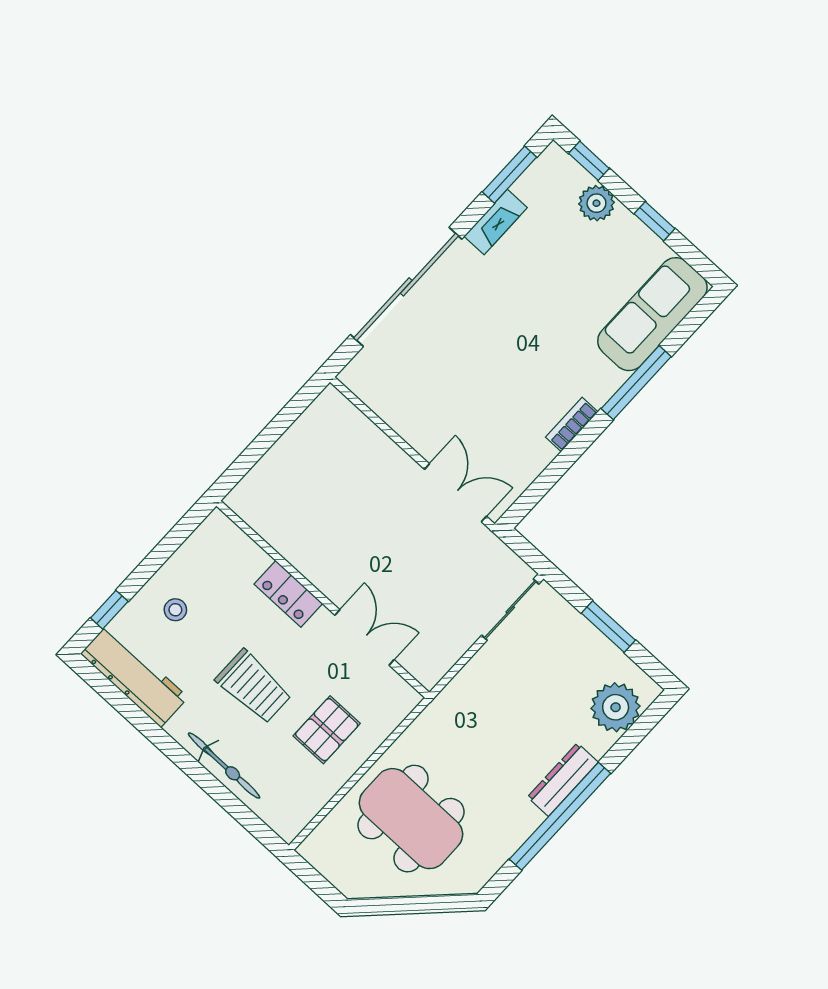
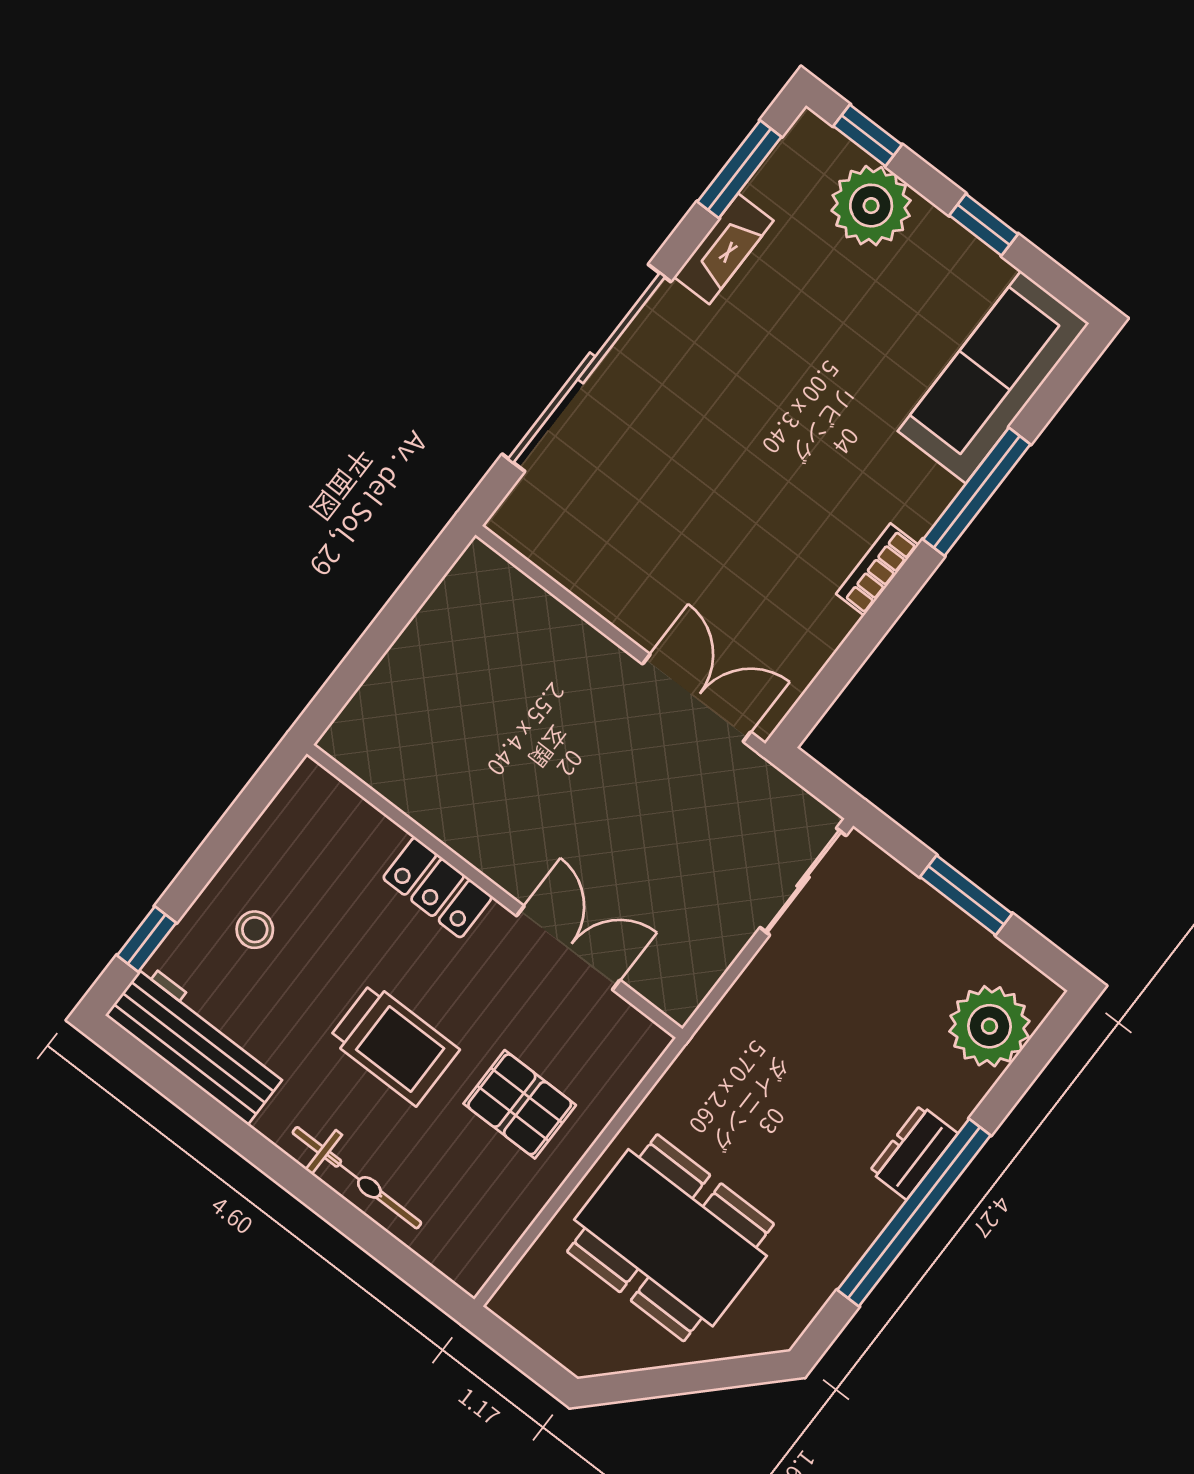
plant: (596, 203) -> (871, 206), width x1.36, depth x1.36
pallet: (327, 730) -> (520, 1104), turned 90
dresser: (563, 780) -> (914, 1152), width x0.70

